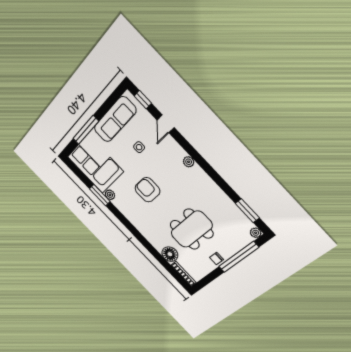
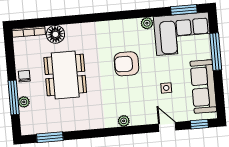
armchair: (147, 190) -> (126, 64), turned 180
window: (100, 195) -> (184, 10), moved
plant: (256, 233) -> (24, 102), moved
window: (239, 257) -> (14, 98), width x0.68

